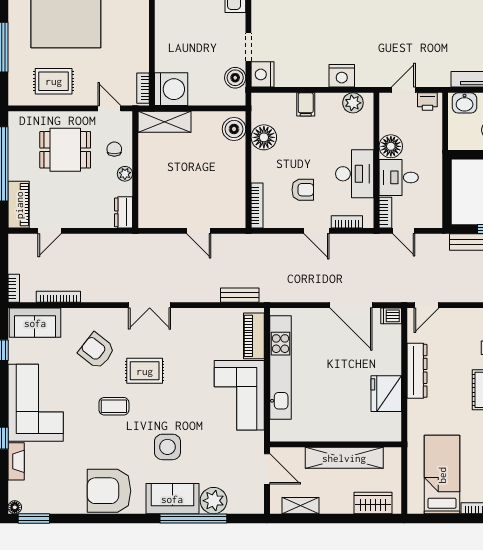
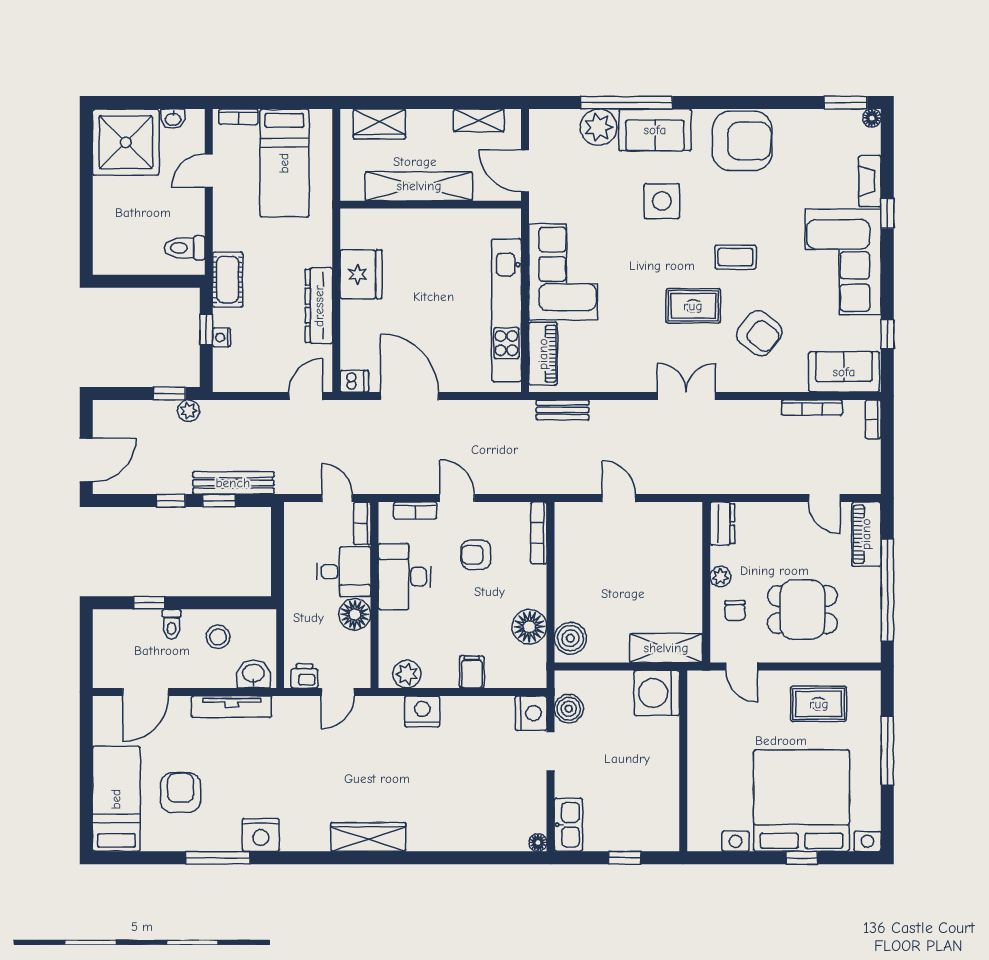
bookcase: (143, 88) -> (695, 694), removed
door: (50, 231) -> (824, 498), swing flipped

